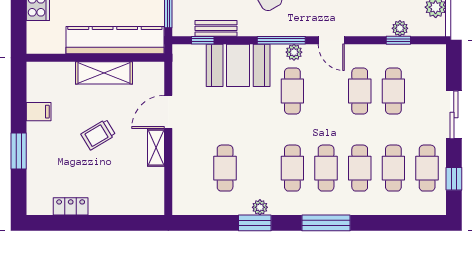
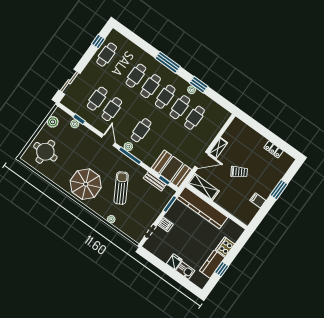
booth: (238, 65) -> (172, 169), moved
shelving: (104, 73) -> (203, 187), moved
sliding door: (454, 115) -> (69, 82), moved
cafe table: (393, 168) -> (180, 107), moved

